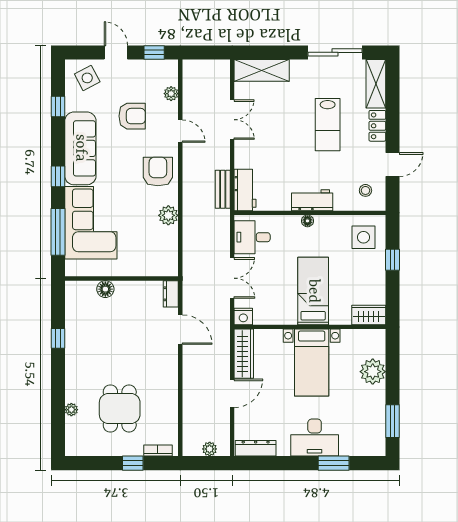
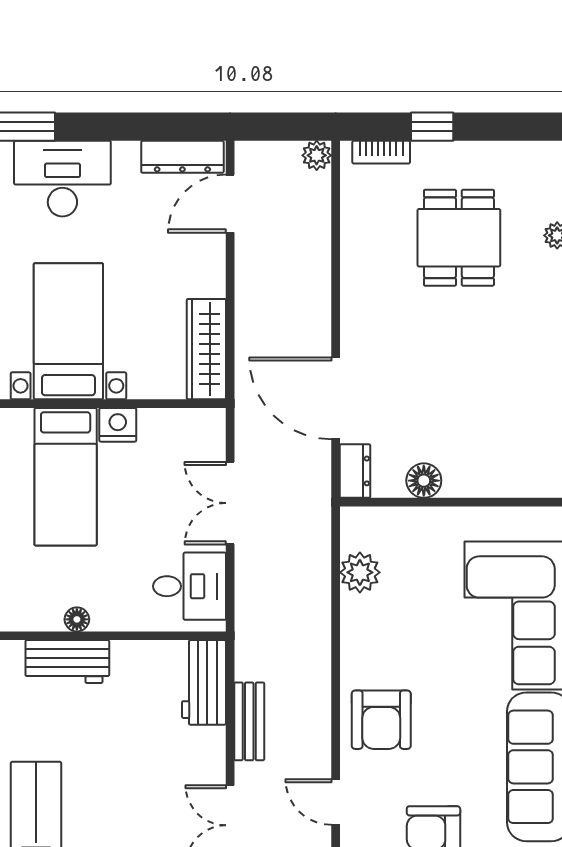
bench: (223, 189) -> (249, 721), moved
plant: (168, 215) -> (360, 572), moved
floor lamp: (105, 289) -> (424, 481), moved
nightstand: (243, 317) -> (118, 425), moved
door: (180, 330) -> (336, 398), width x1.36
door: (232, 393) -> (230, 204), moved
plant: (210, 449) -> (317, 155), moved

